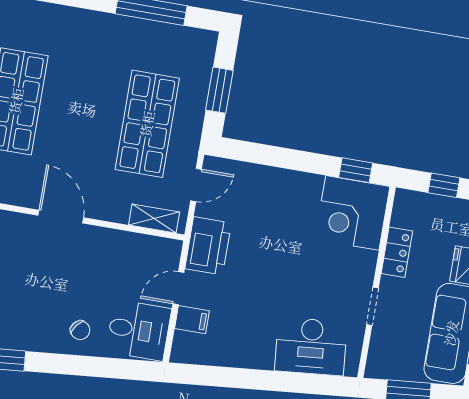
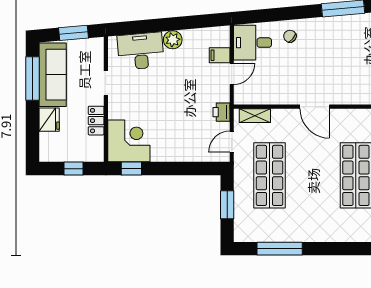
printer: (208, 246) -> (221, 112), width x0.53, depth x0.68
plant: (259, 355) -> (173, 40), added

